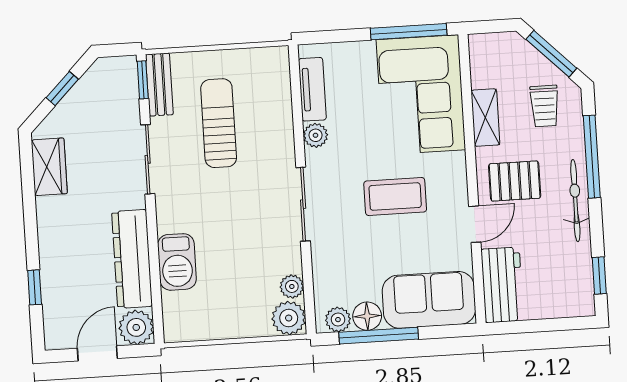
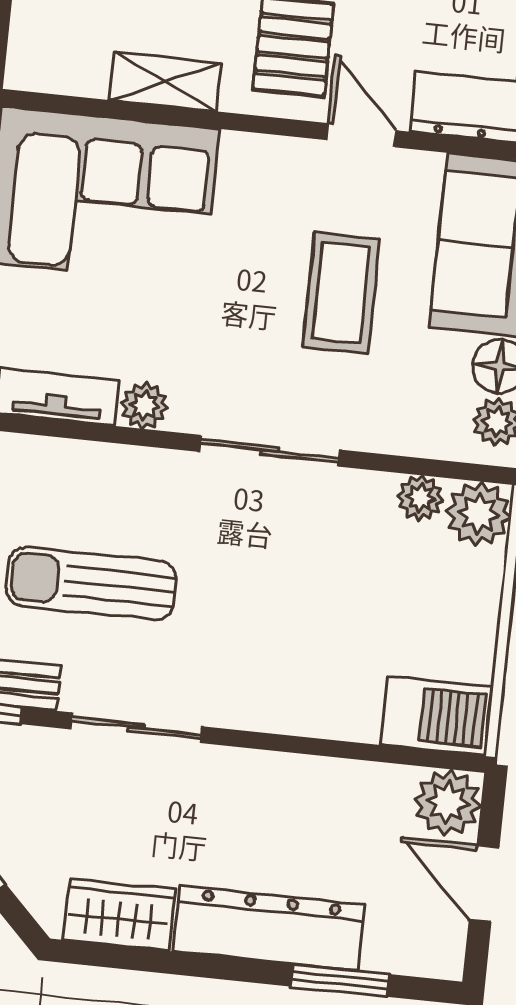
coffee table: (395, 197) -> (341, 293), moved
dresser: (132, 259) -> (269, 928), moved, turned 180
barbecue: (177, 262) -> (437, 716), moved
window: (35, 287) -> (340, 980), width x1.50

